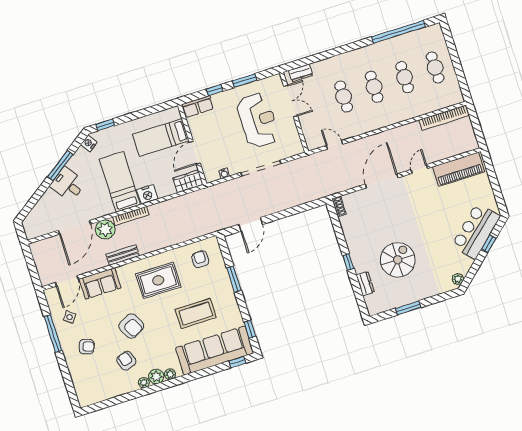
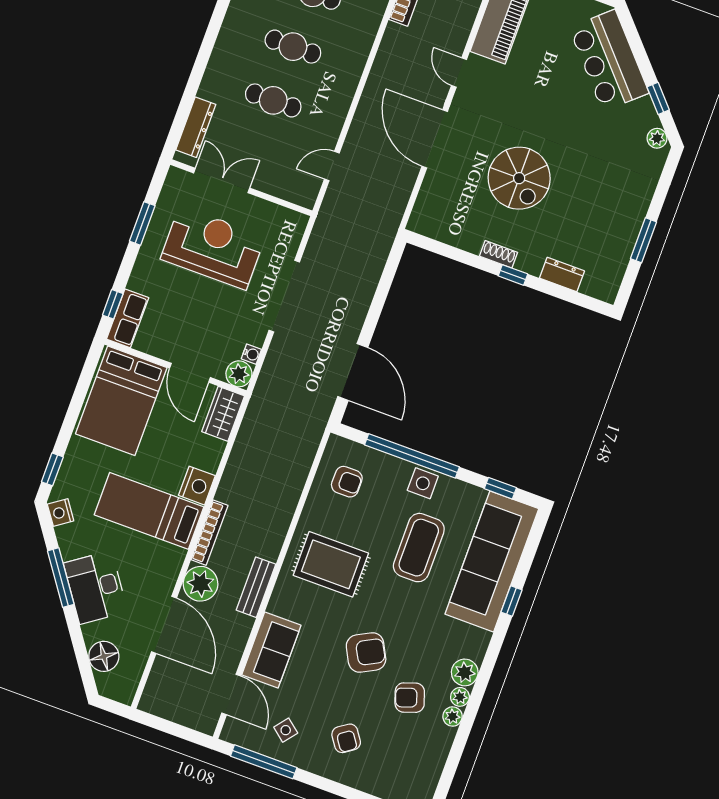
dresser: (301, 73) -> (196, 127), width x1.44
window: (215, 90) -> (113, 304), moved
bed: (161, 138) -> (121, 401), width x1.50
plant: (211, 175) -> (239, 374), added
desk: (68, 184) -> (96, 587), width x1.37
shoe rack: (339, 206) -> (499, 254), moved
floor lamp: (40, 211) -> (104, 656), added
door: (251, 224) -> (353, 372), width x1.36
window: (489, 244) -> (658, 98), moved
armchair: (200, 259) -> (347, 482), turned 180
spiral stairs: (398, 260) -> (519, 178), moved, turned 180
window: (234, 279) -> (412, 456), width x2.11
rug: (158, 280) -> (331, 564), turned 90
side table: (225, 293) -> (423, 483), added
window: (53, 333) -> (264, 762), moved
armchair: (87, 347) -> (346, 738), turned 126
window: (237, 362) -> (512, 601), moved
plant: (170, 374) -> (453, 717), moved

